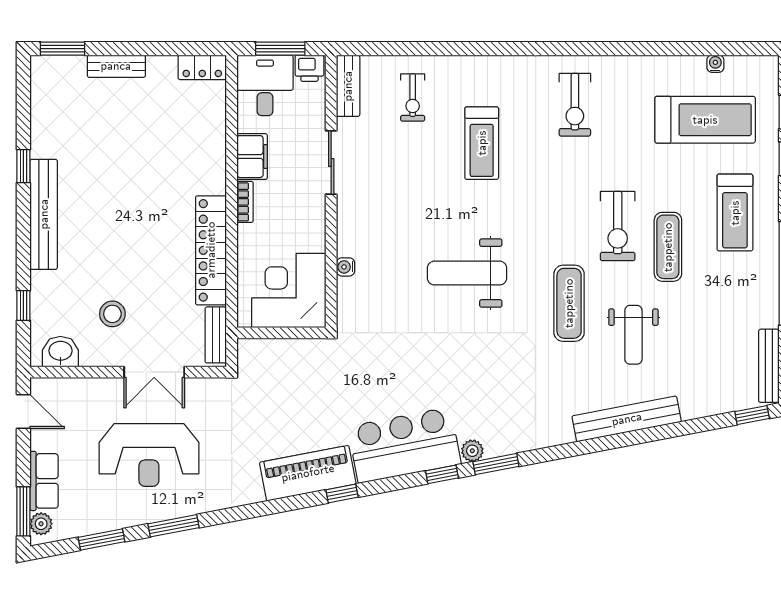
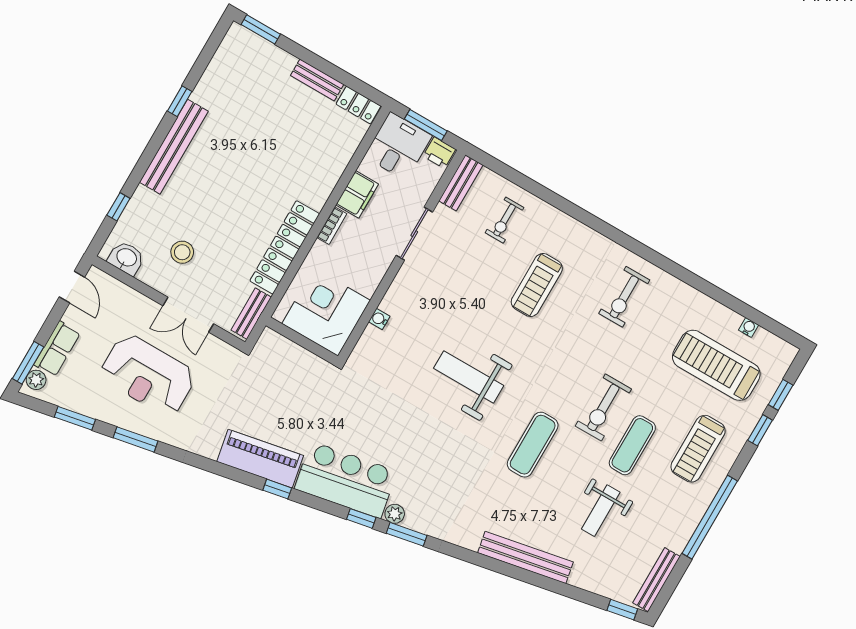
bench: (116, 66) -> (317, 80), moved
treadmill: (705, 120) -> (716, 365), turned 180
weight bench: (633, 335) -> (601, 511), moved

